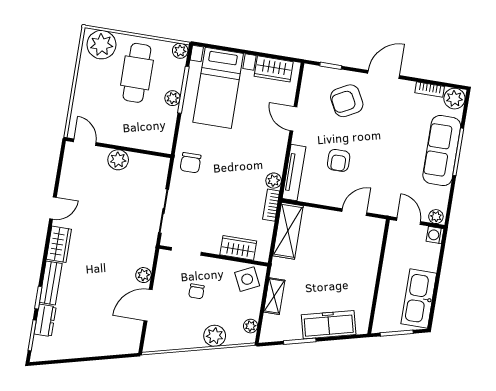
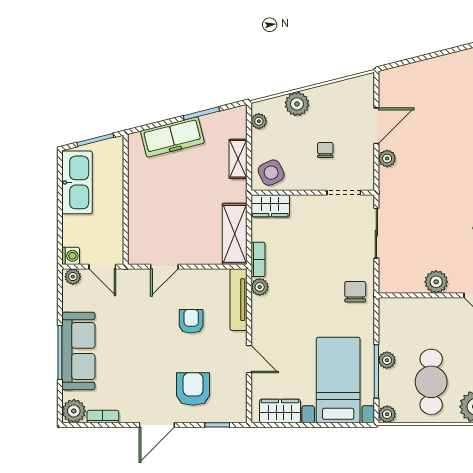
armchair: (347, 101) -> (193, 389), turned -62
wardrobe: (238, 248) -> (270, 206), moved

